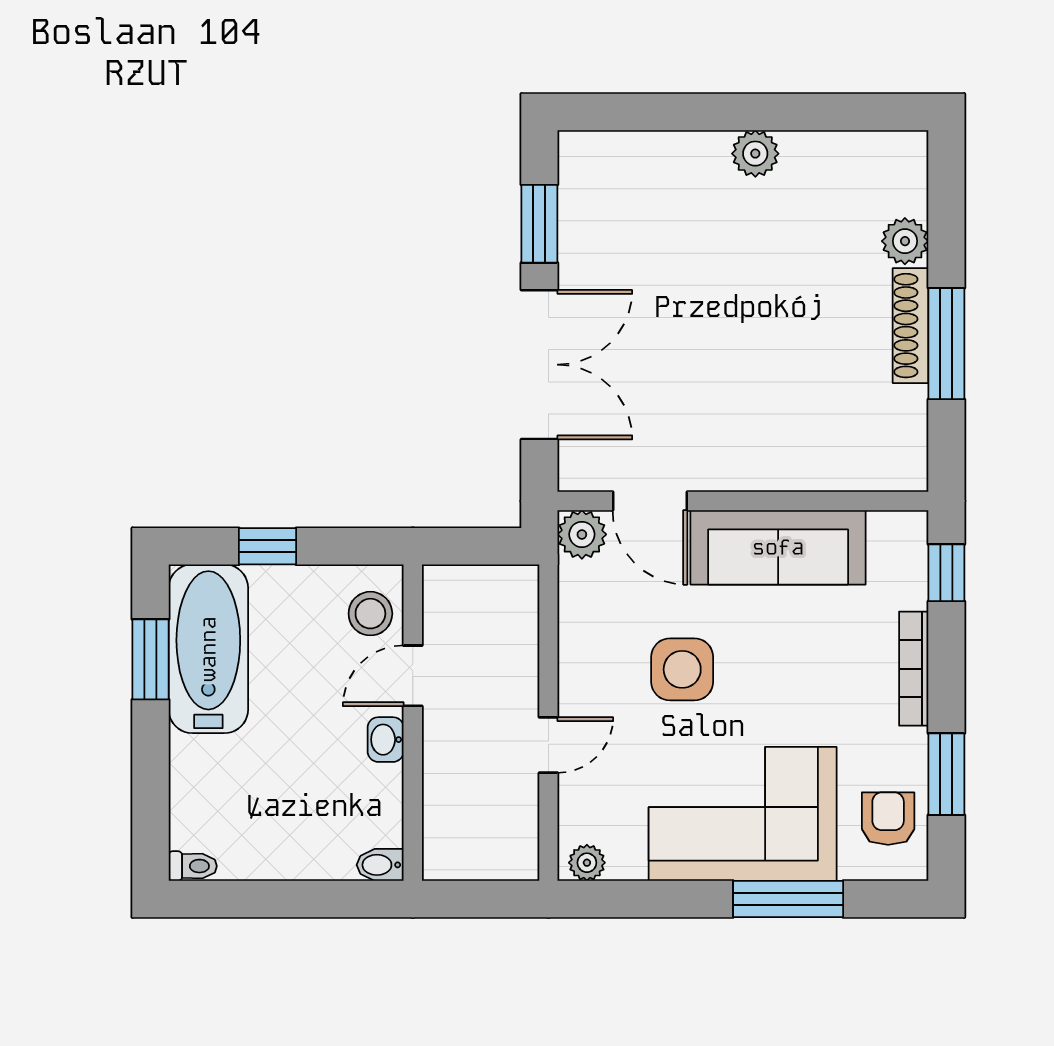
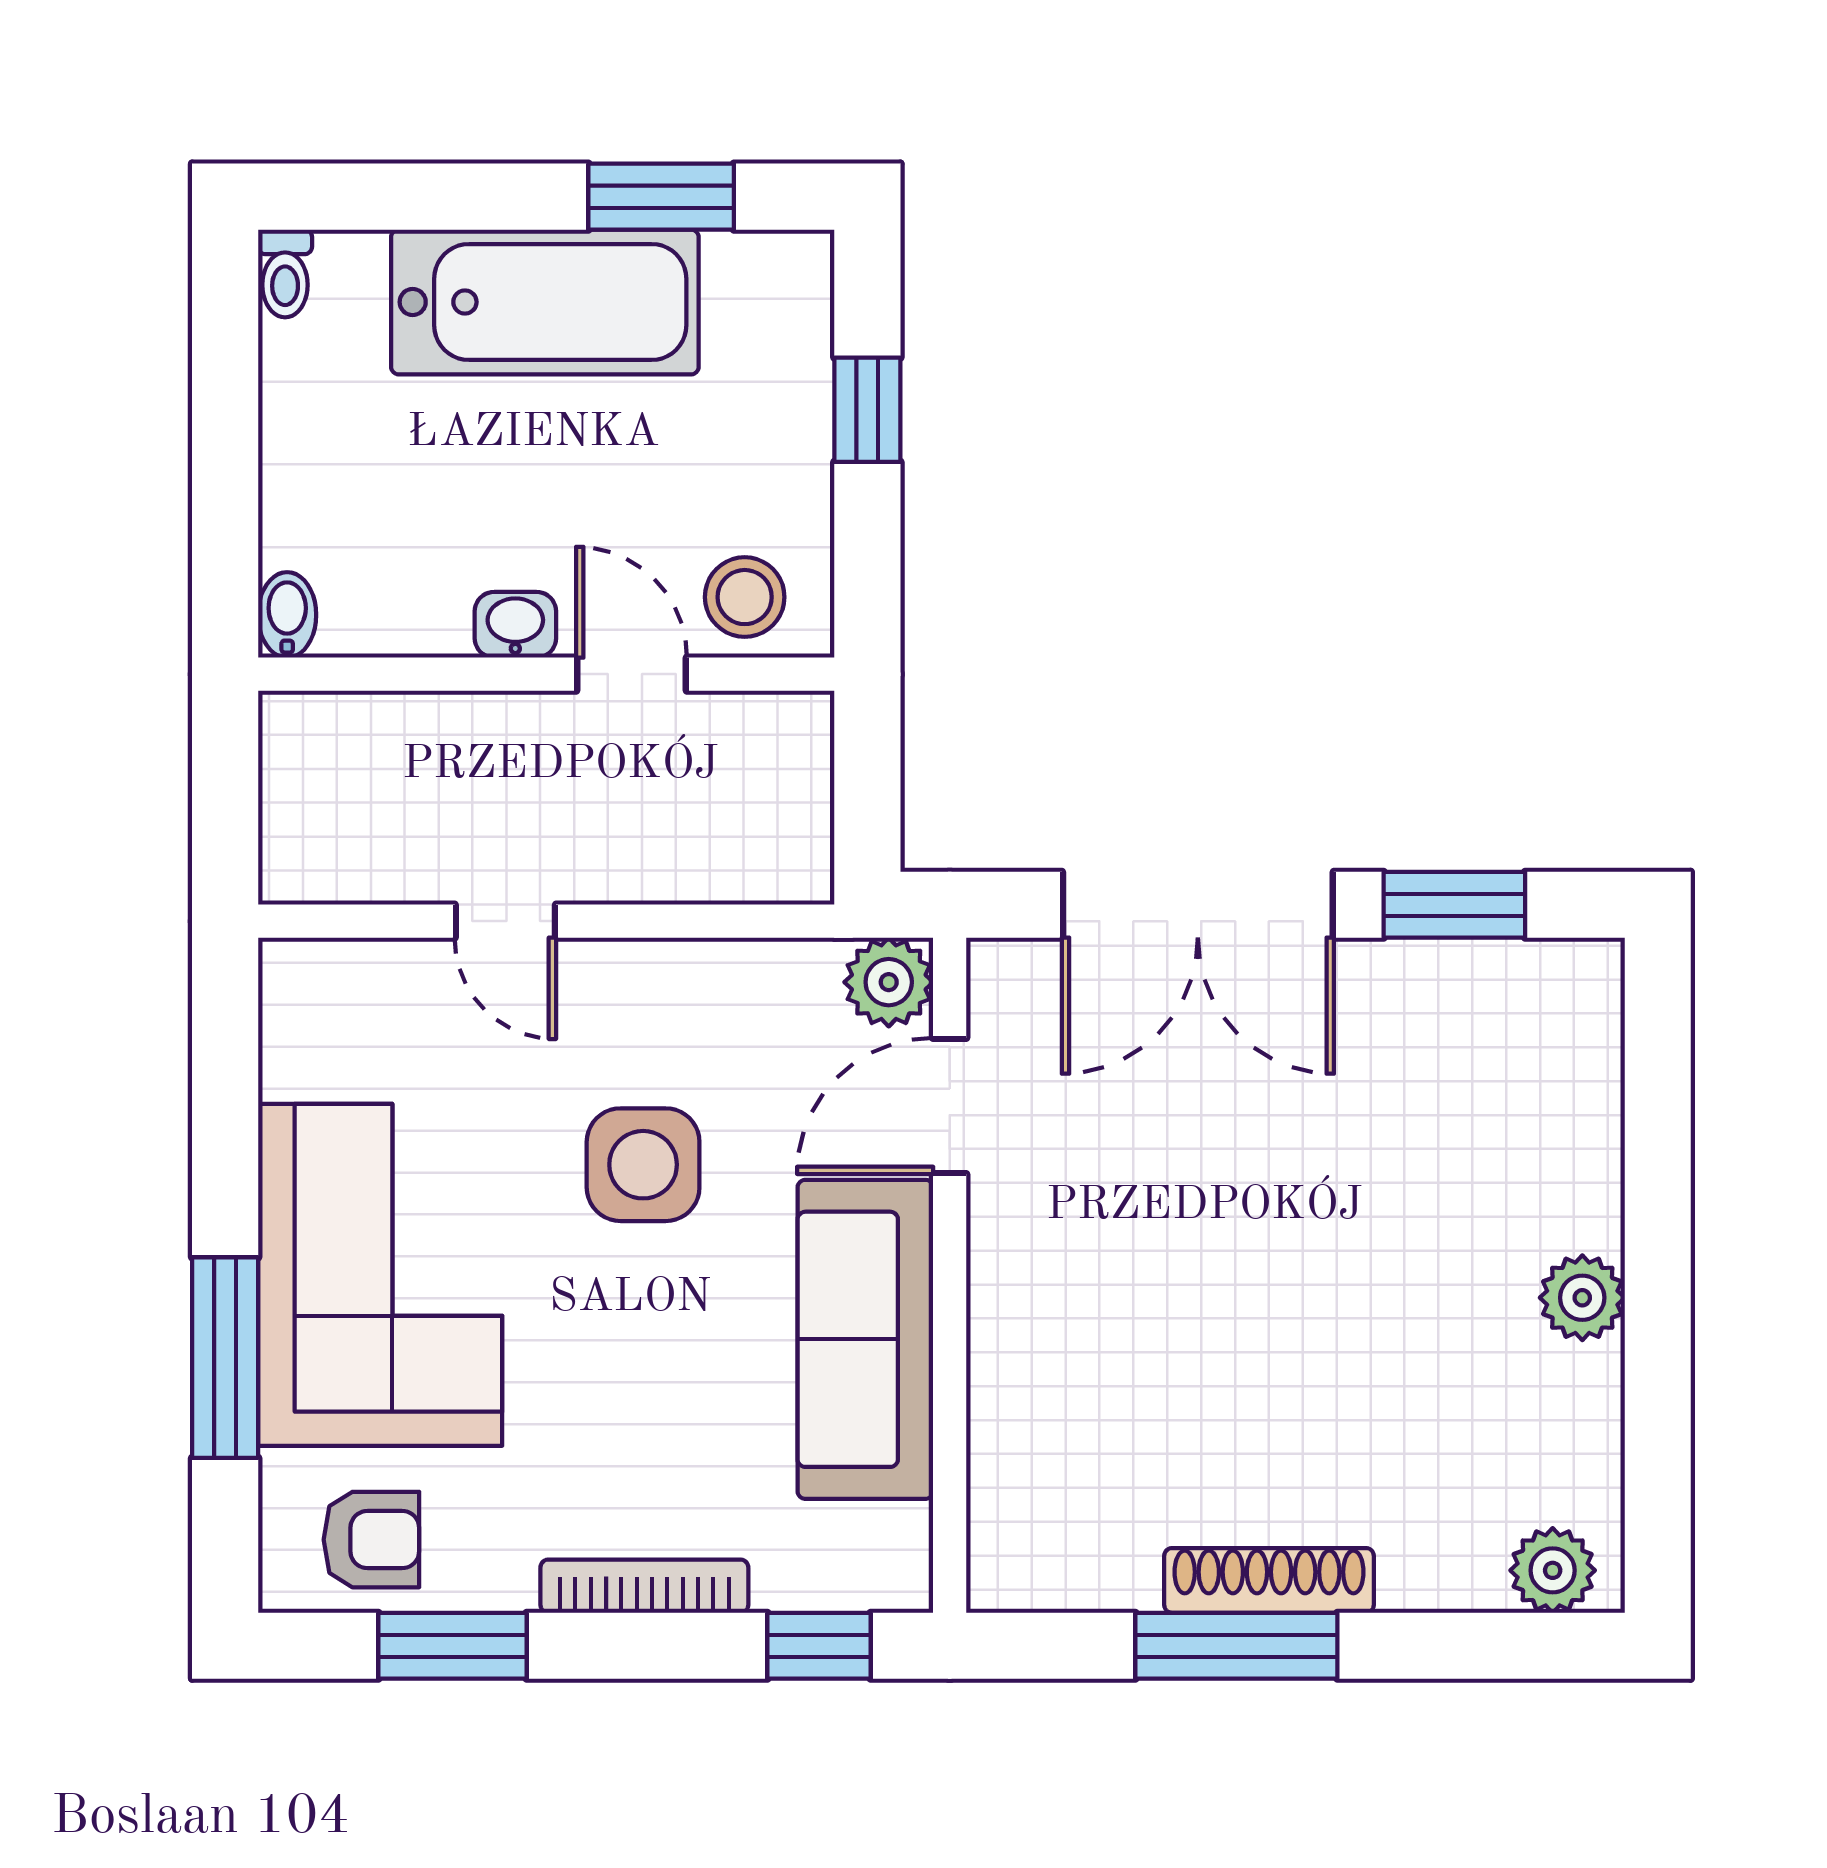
plant: (905, 241) -> (1553, 1570), moved
bathtub: (208, 649) -> (545, 302), moved
plant: (587, 863) -> (291, 991), removed

